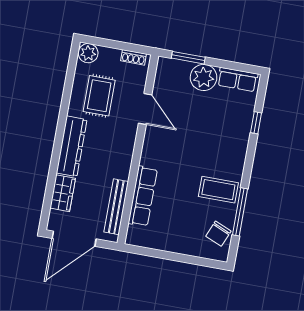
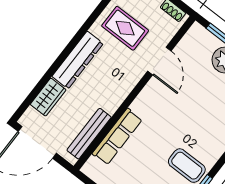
rug: (99, 96) -> (125, 28), turned 90

